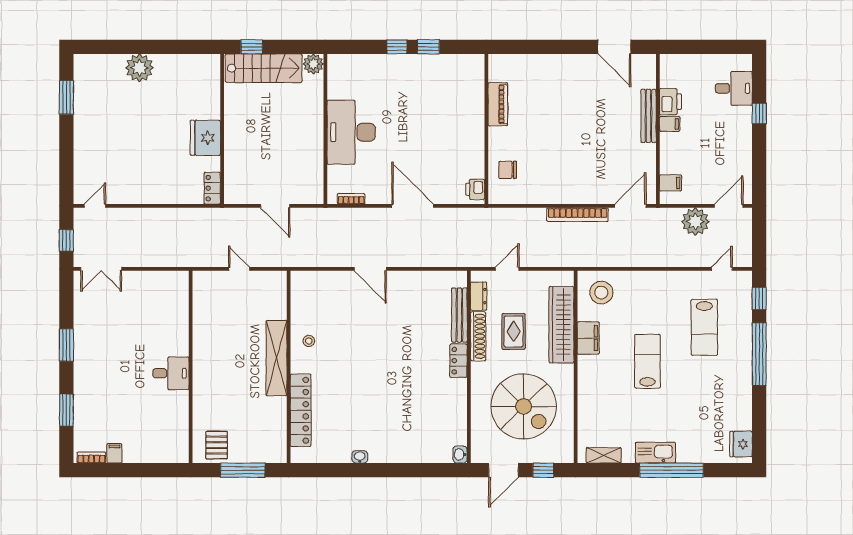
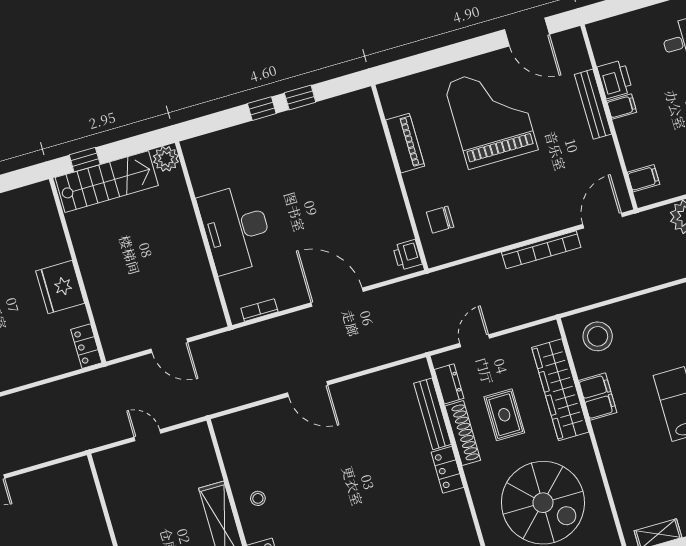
grand piano: (569, 103) -> (491, 116), added

